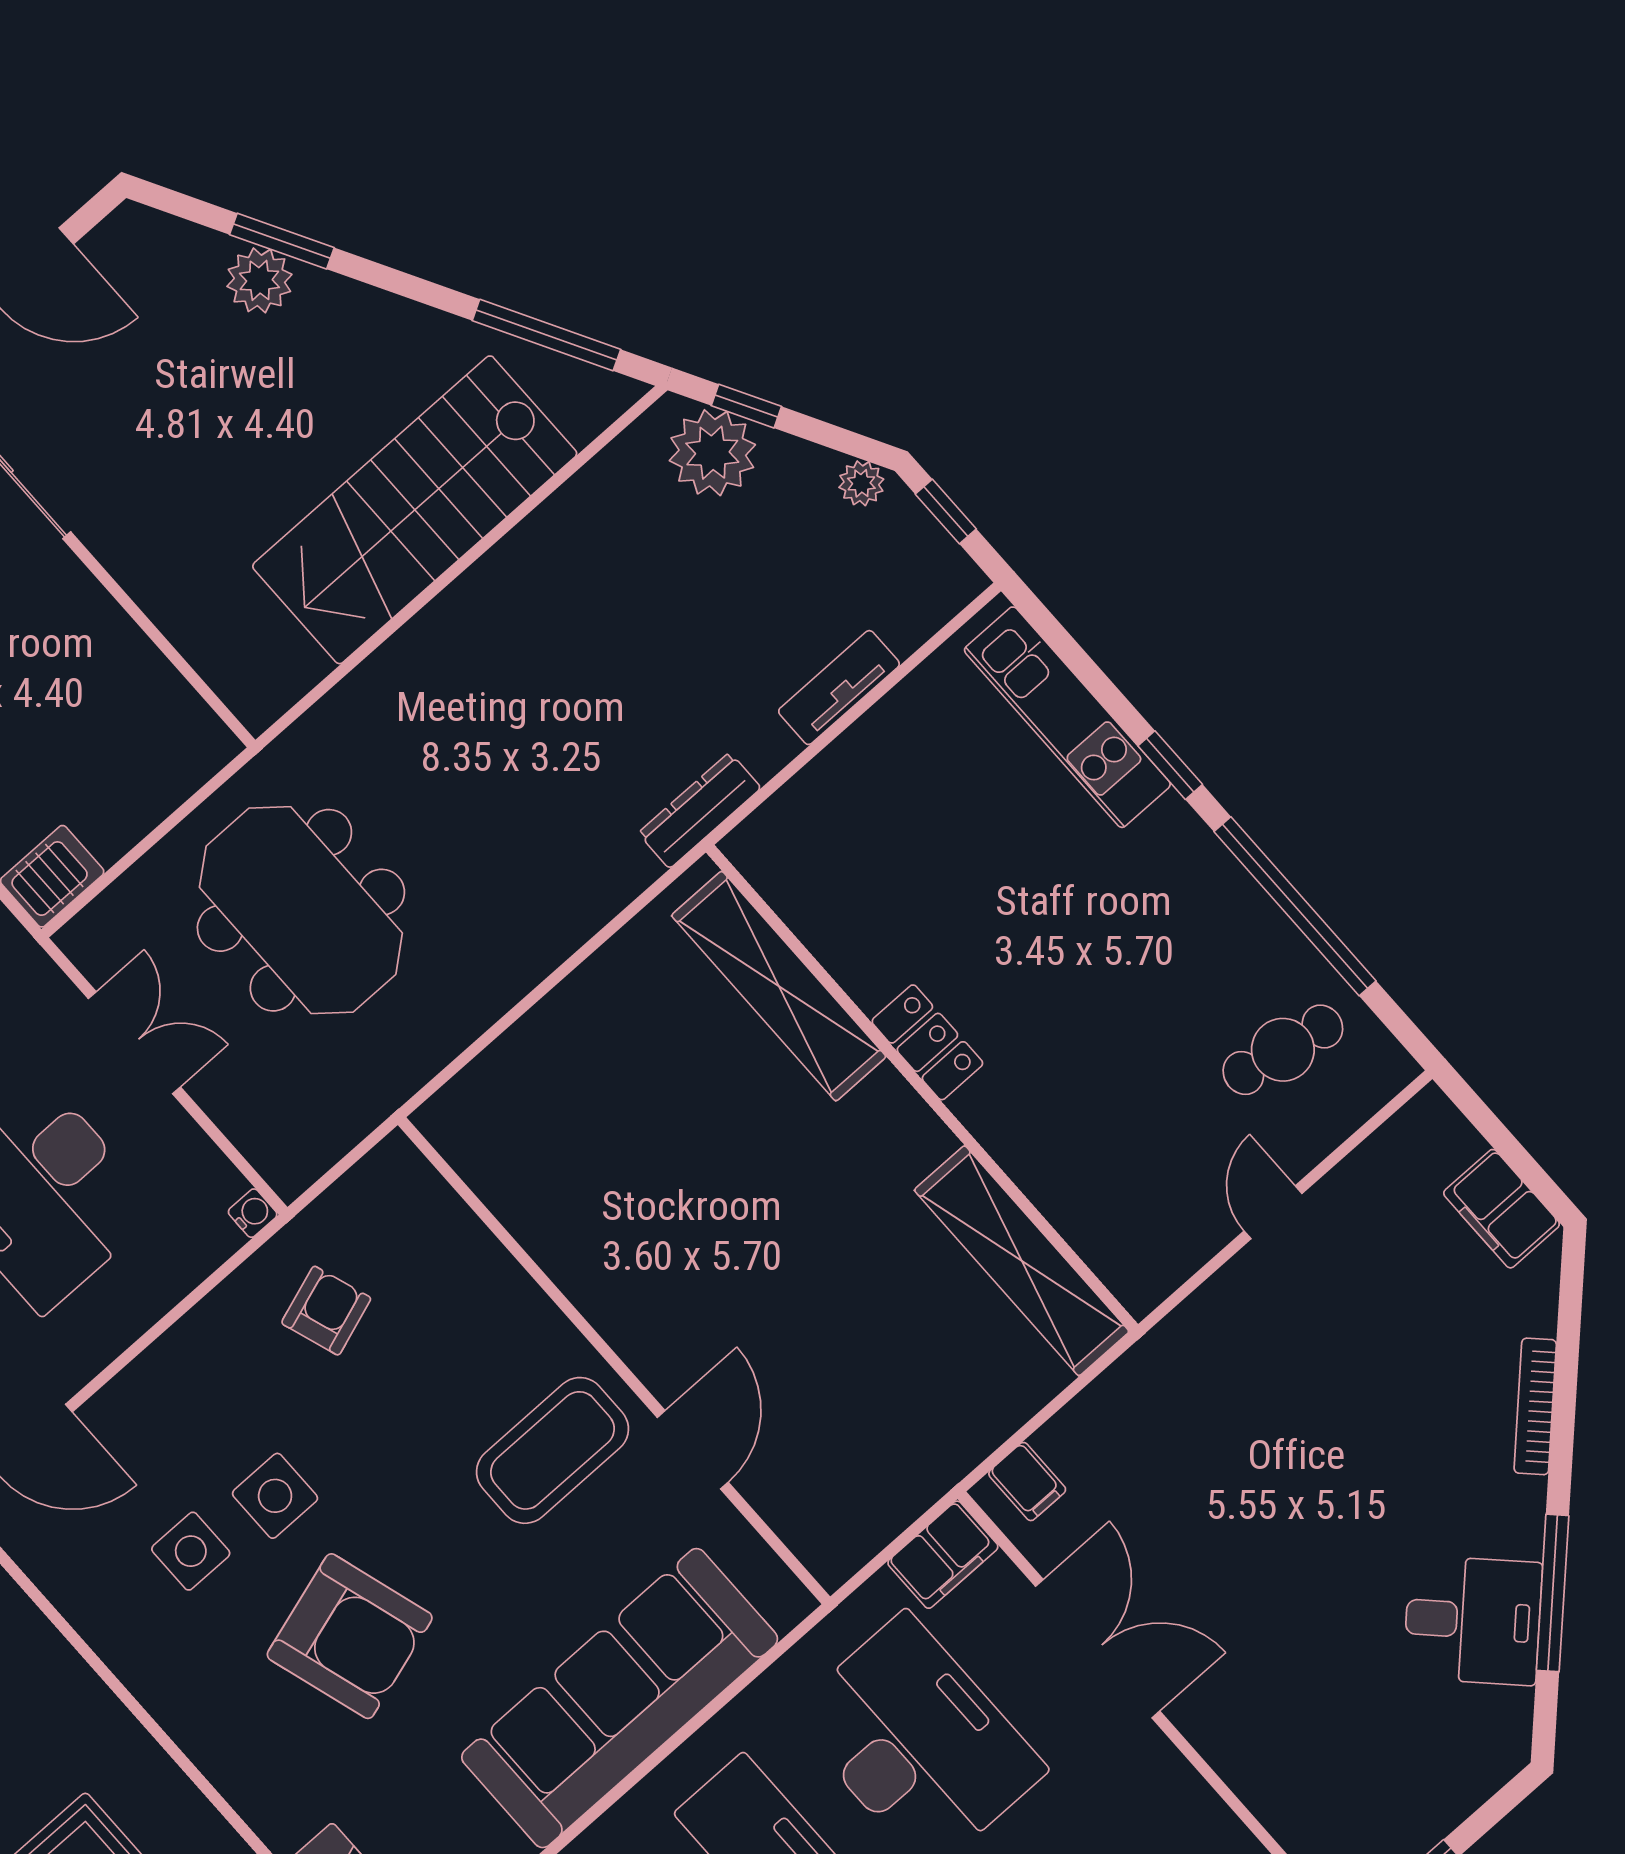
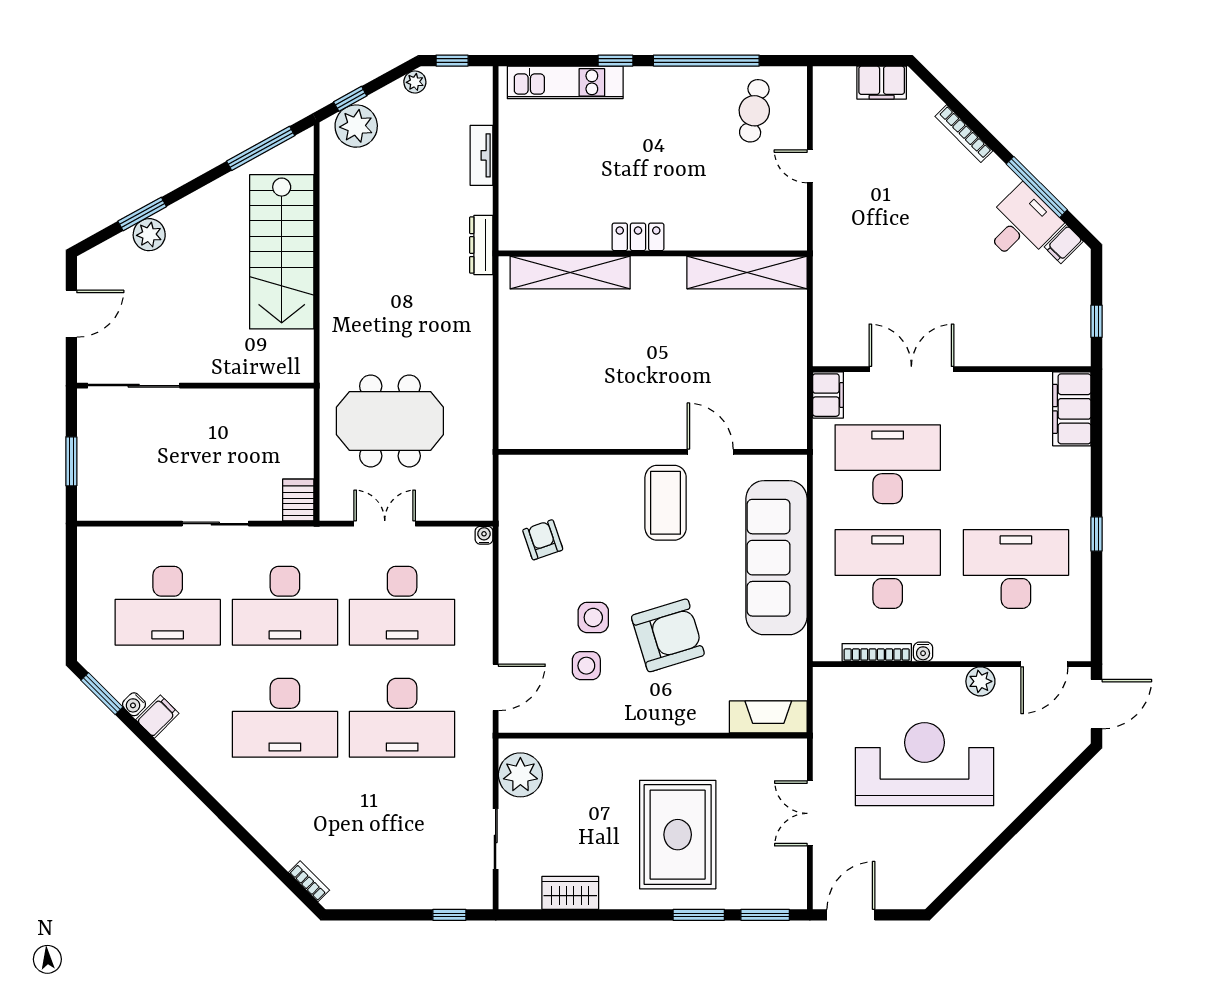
filing cabinet: (1027, 1482) -> (1064, 244), moved, turned 135

